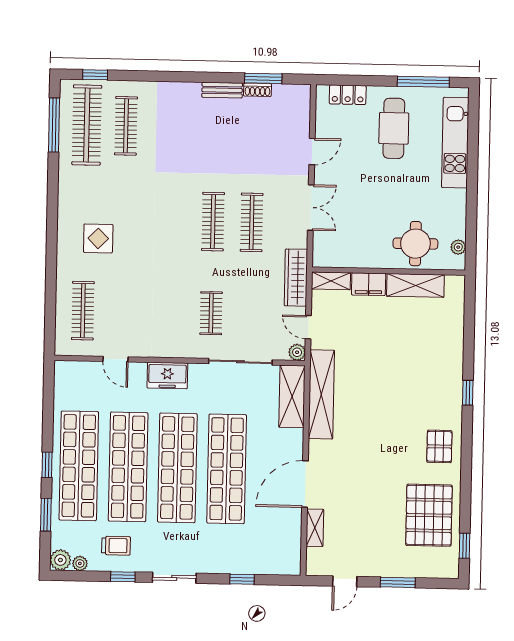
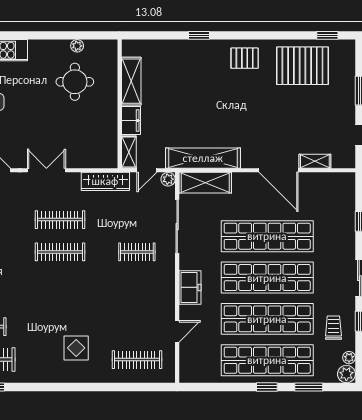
wall: (389, 271) -> (120, 104), moved
shelving: (331, 281) -> (129, 152), moved
filing cabinet: (369, 284) -> (131, 120), moved
shelving: (415, 285) -> (131, 81), moved

